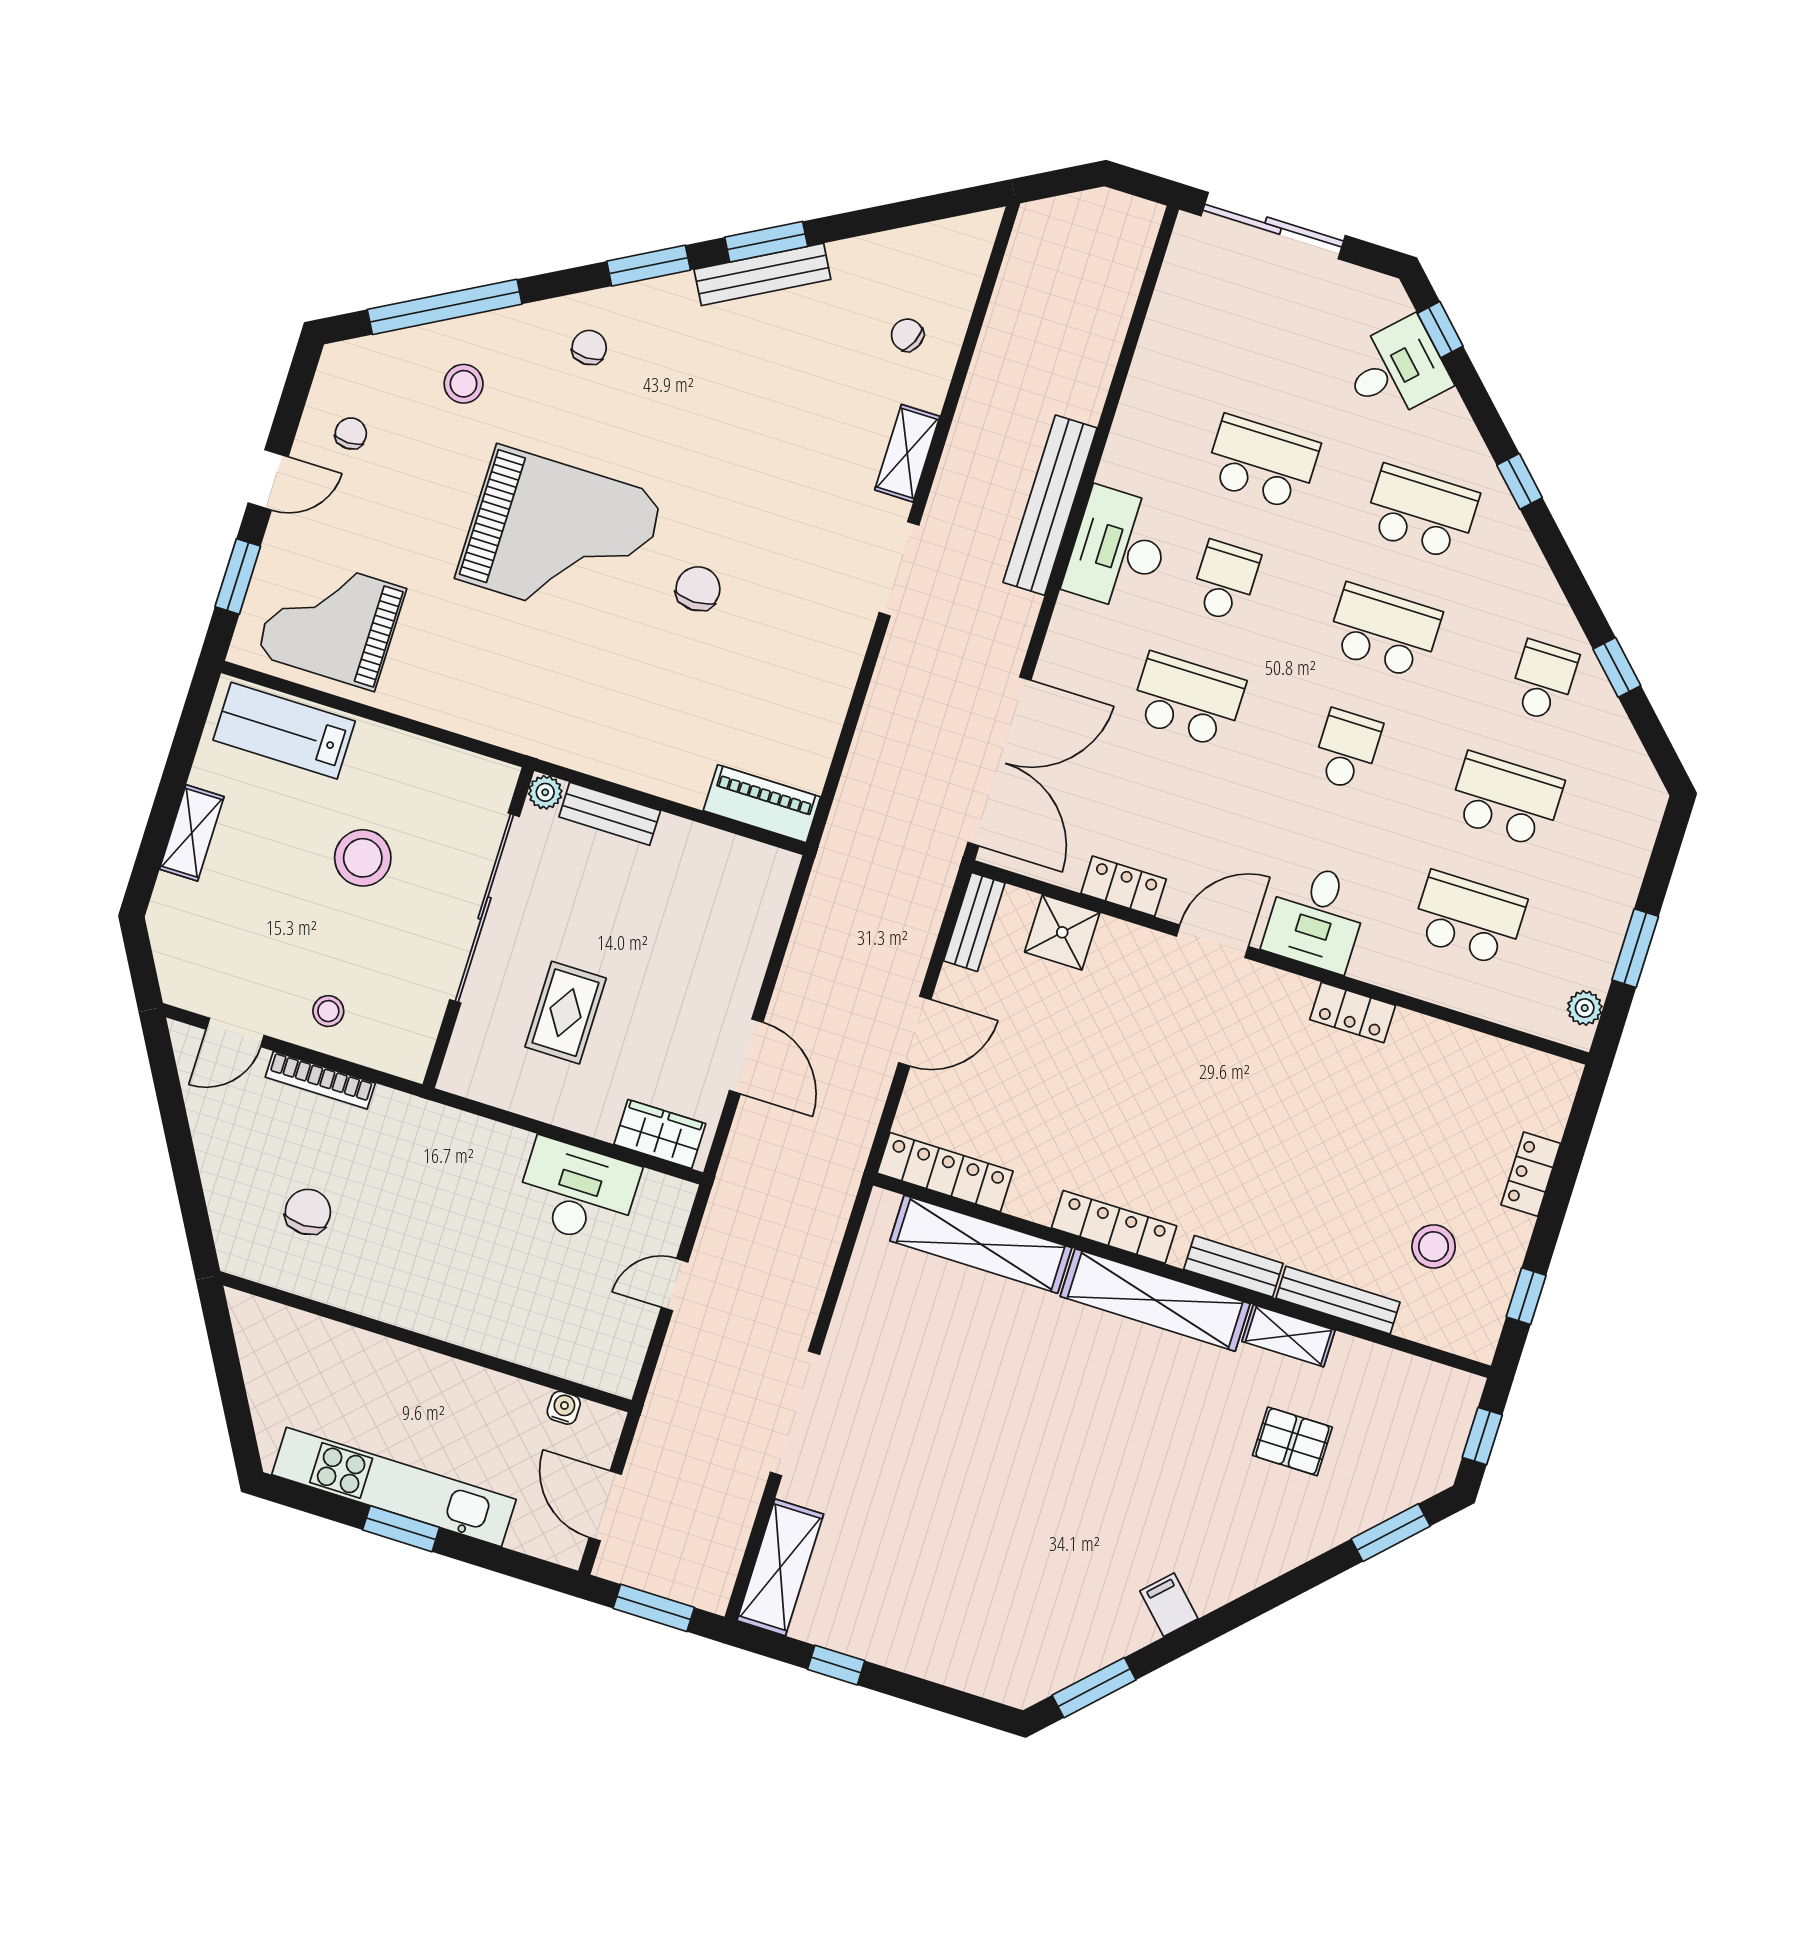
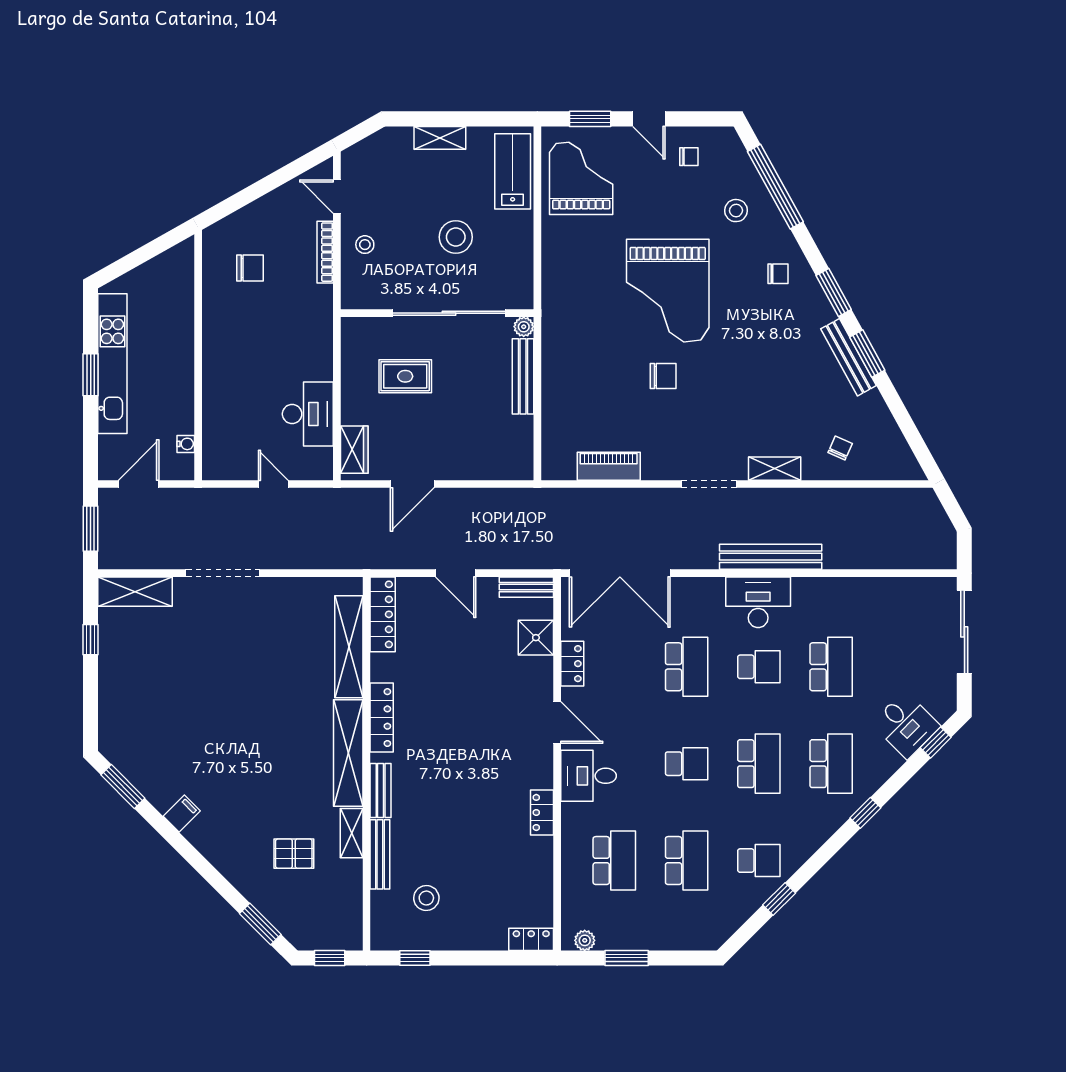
piano: (762, 804) -> (609, 466), moved, turned -90
bench: (610, 814) -> (523, 376), width x1.36
locker: (1531, 1174) -> (531, 939), moved
pallet: (1292, 1441) -> (294, 854), turned 90

